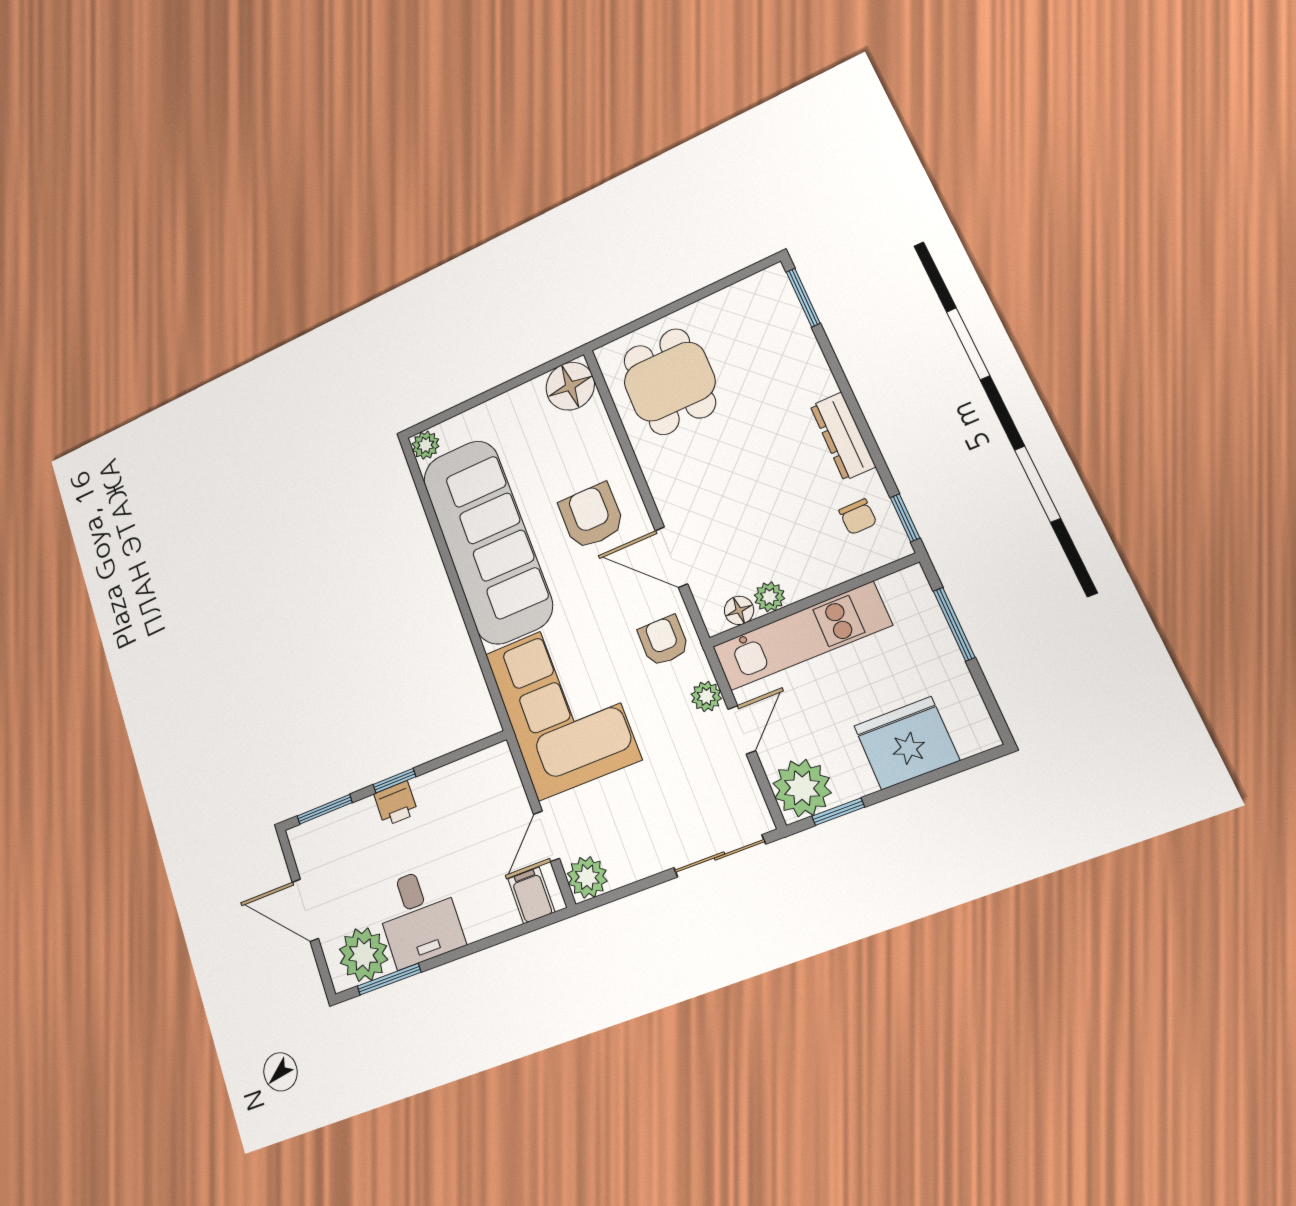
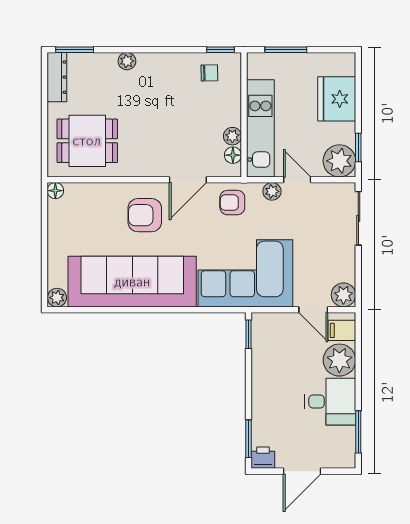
plant: (820, 383) -> (127, 61), added
floor lamp: (570, 386) -> (55, 191), width x0.53, depth x0.53
dresser: (843, 436) -> (57, 77), moved, turned -90
window: (394, 781) -> (248, 334), moved
printer: (396, 804) -> (263, 458), moved, turned -90
plant: (363, 955) -> (339, 360), moved

